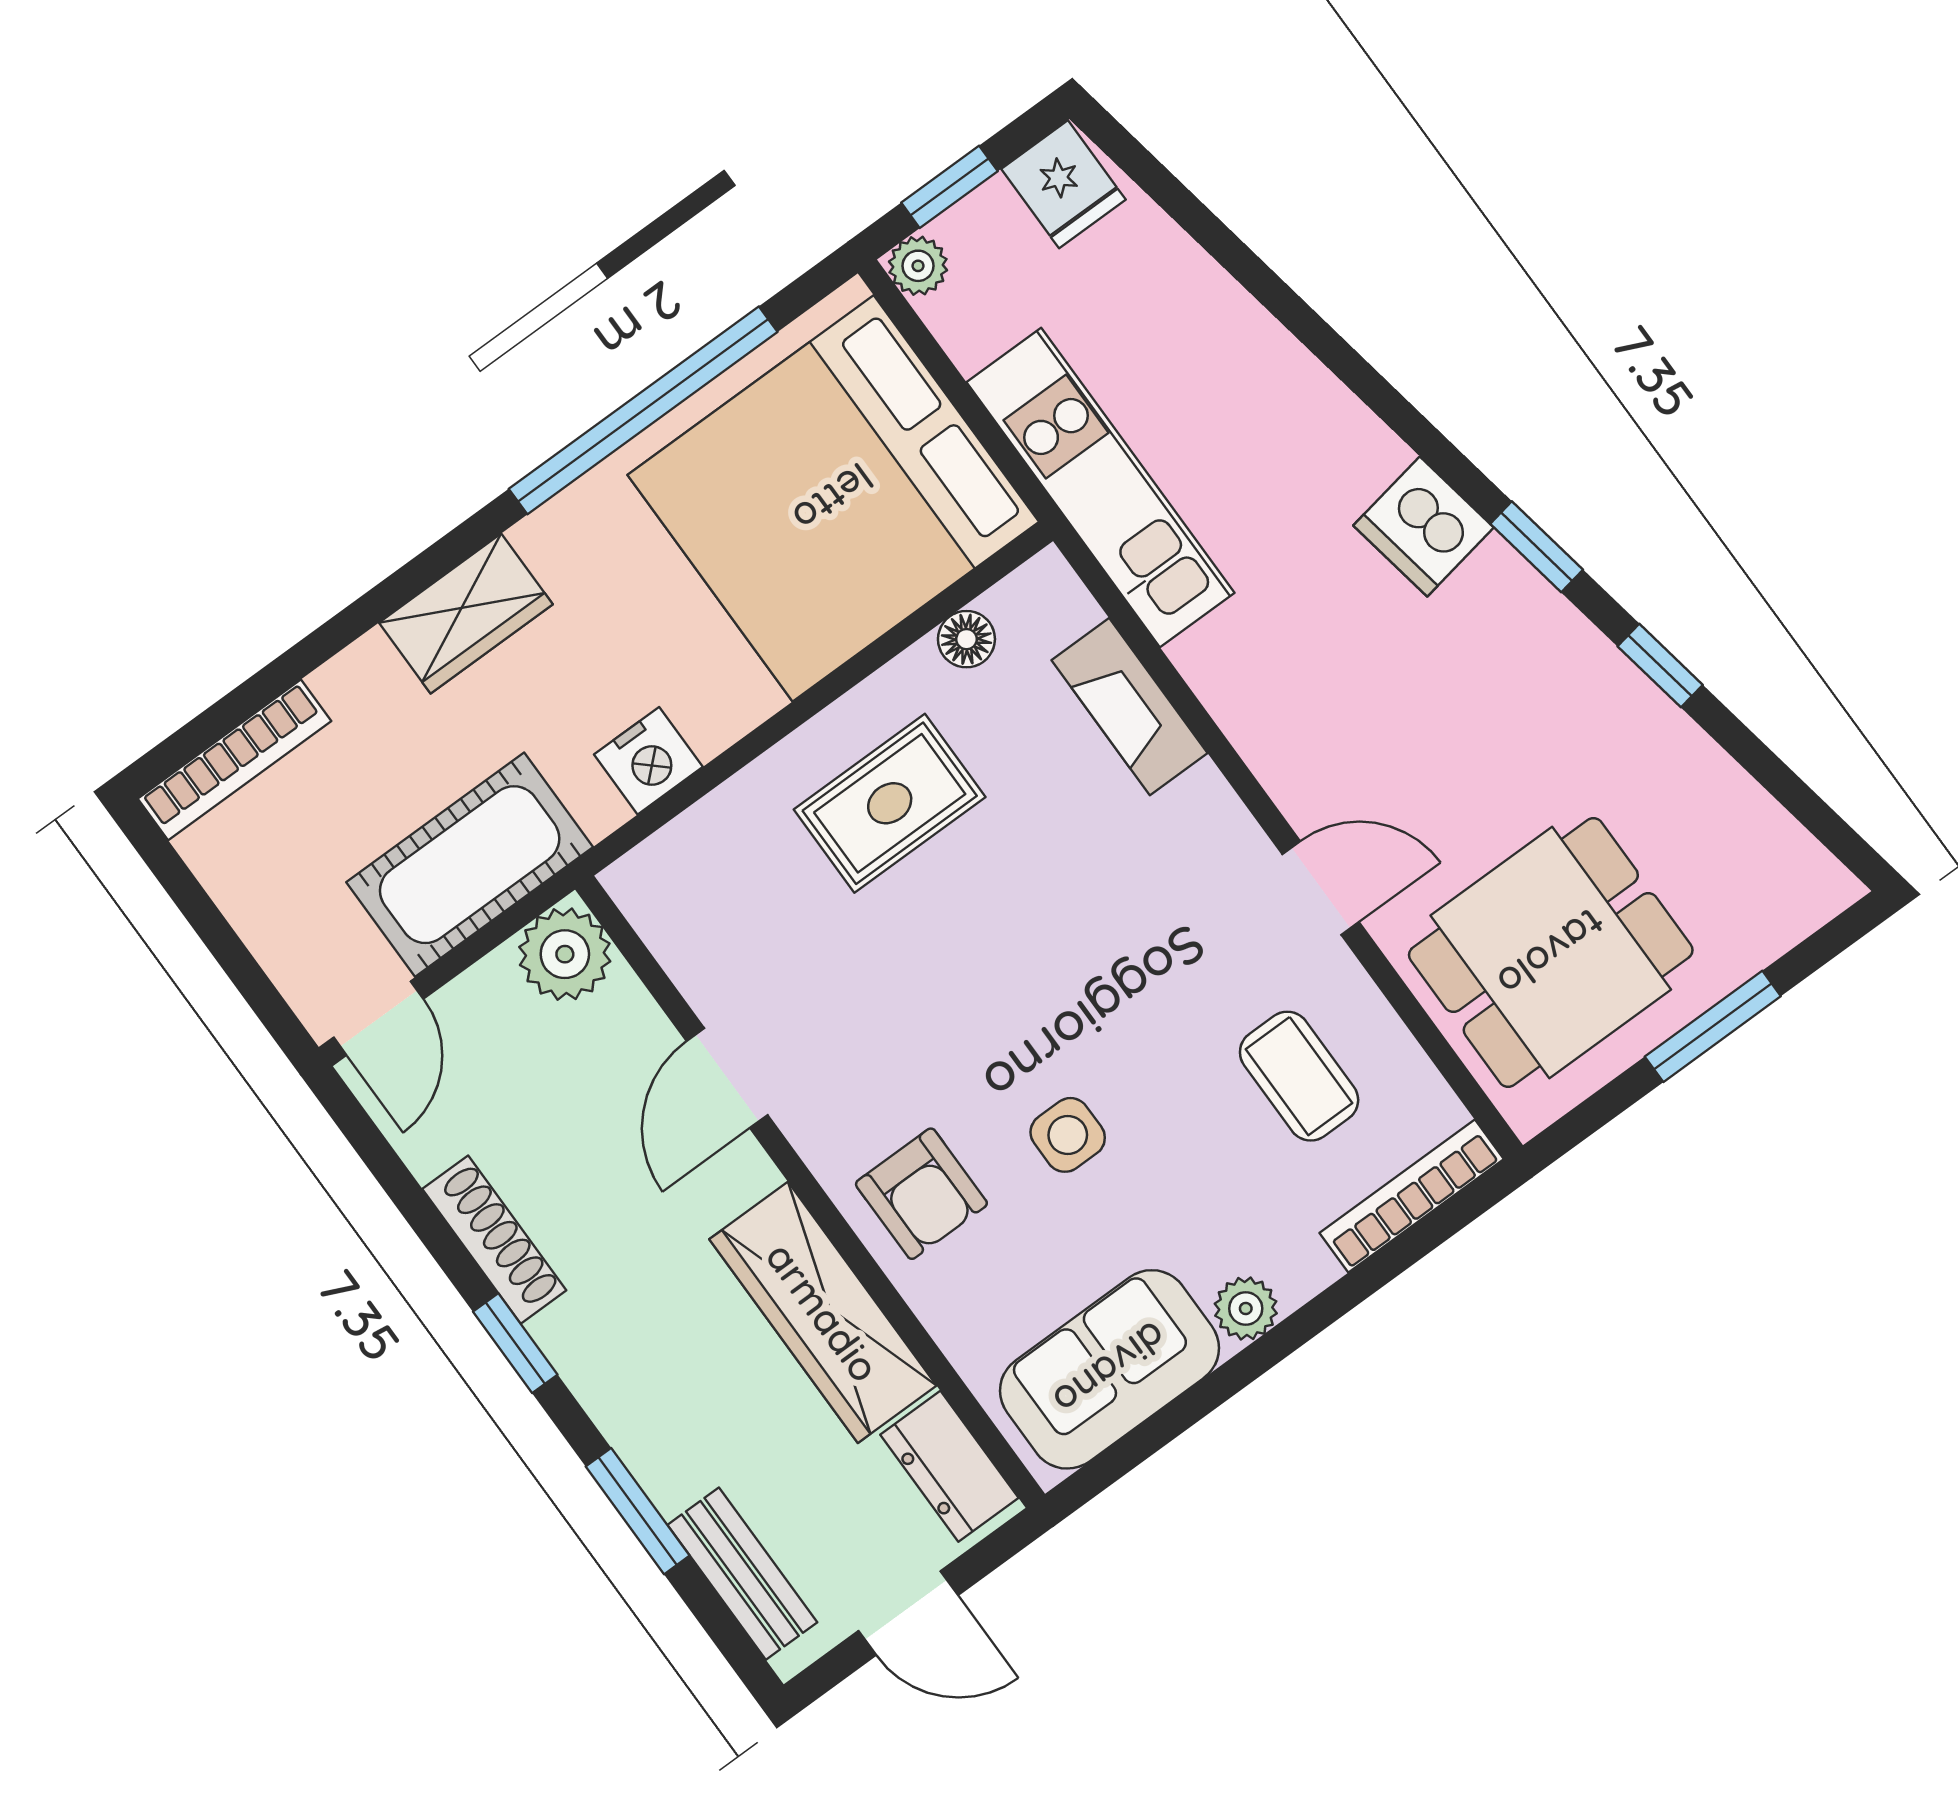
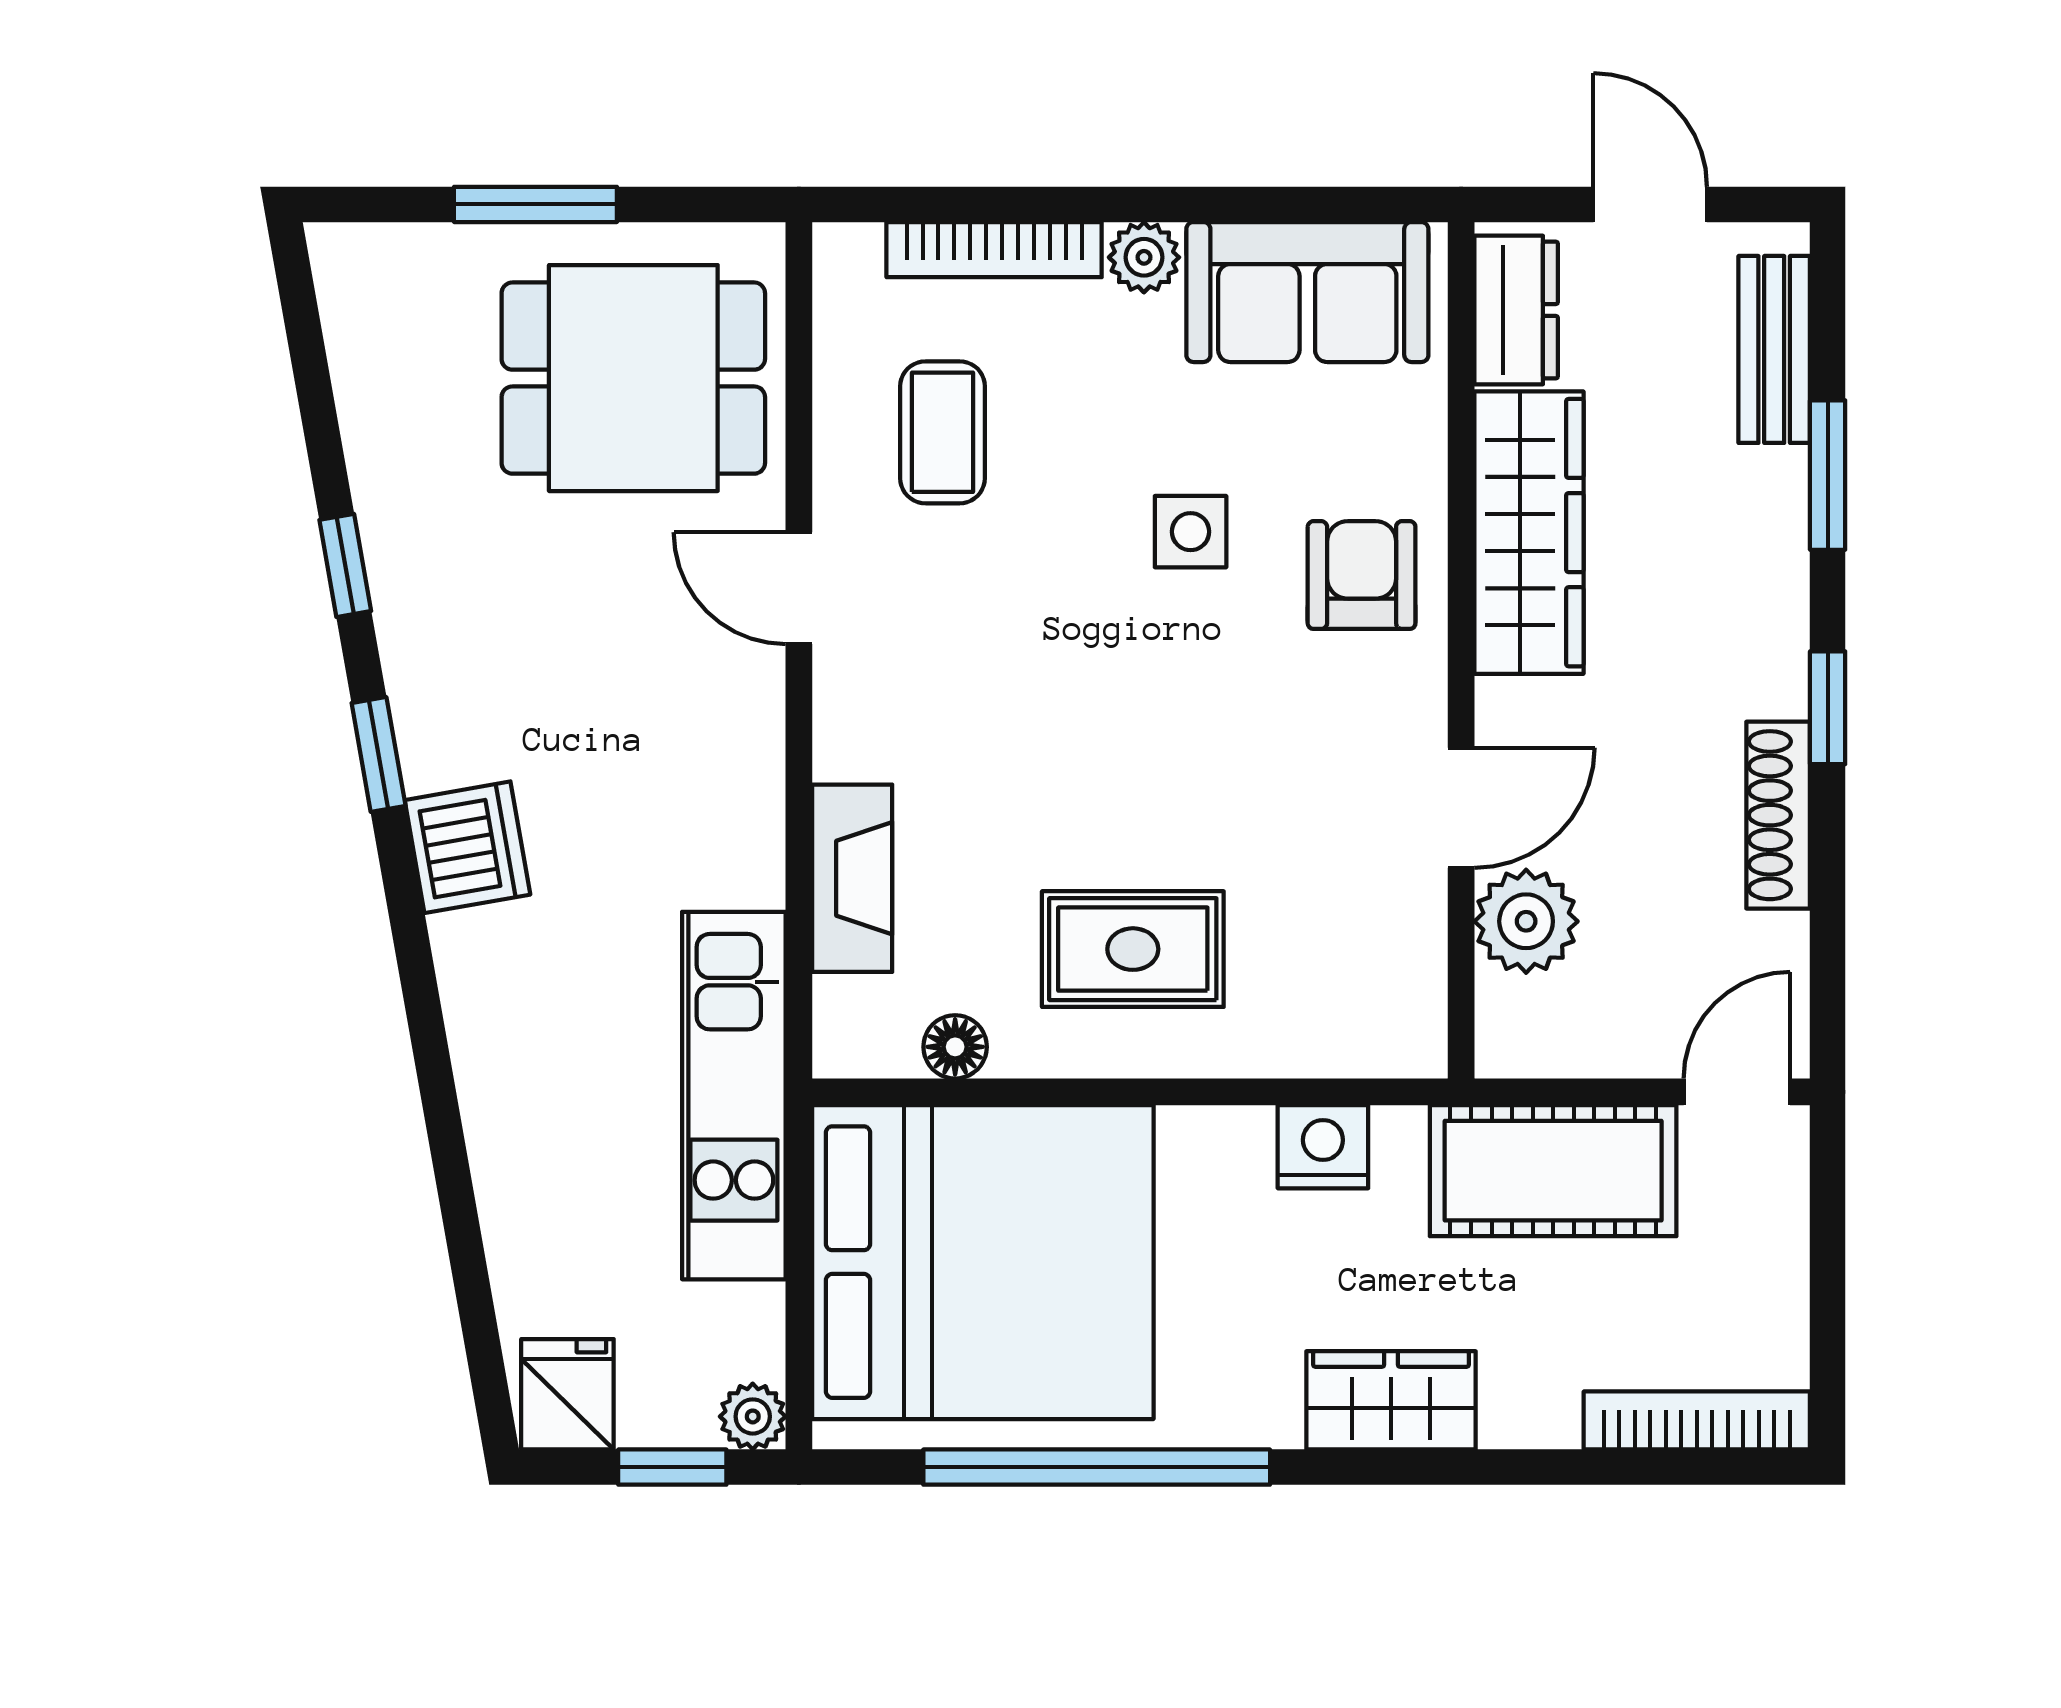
plant: (565, 954) -> (1526, 921), moved
bookcase: (1412, 1196) -> (994, 250), moved

